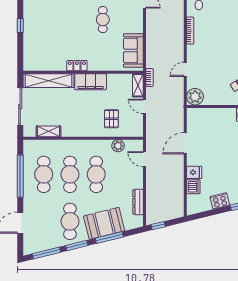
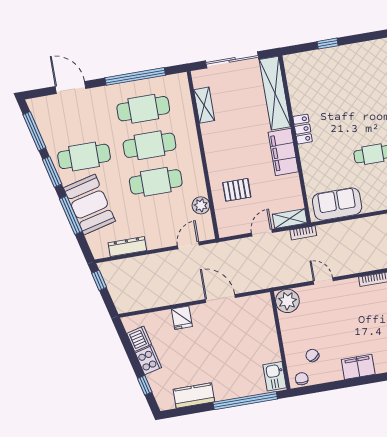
window: (20, 25) -> (328, 44), moved
dishwasher: (193, 187) -> (139, 339), moved, turned -104

